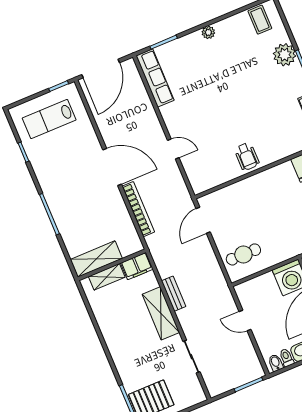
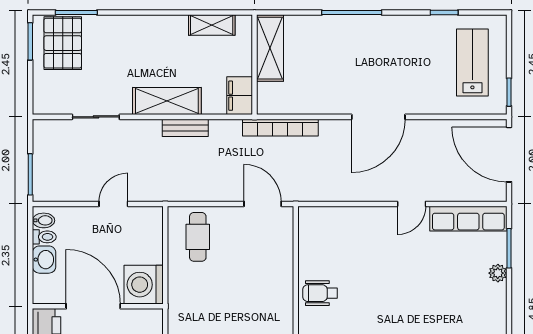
plant: (208, 32) -> (498, 273), moved
door: (173, 149) -> (412, 204), moved
bookcase: (138, 209) -> (280, 128), moved
shelving: (107, 277) -> (212, 25), moved, turned 90

